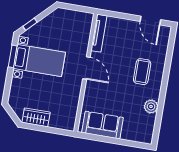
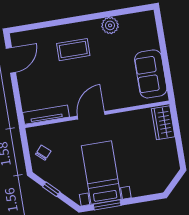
chair: (70, 21) -> (43, 153), added
window: (30, 24) -> (51, 189), moved
wardrobe: (36, 117) -> (163, 123), moved

